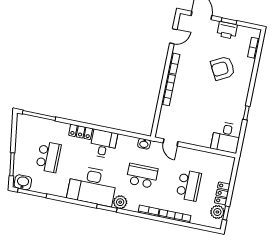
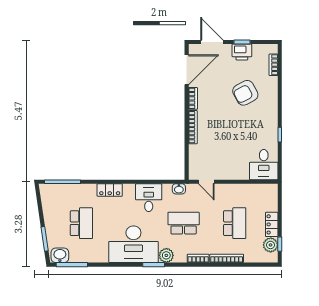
door: (173, 36) -> (187, 70), width x1.87
desk: (103, 144) -> (149, 198), moved

